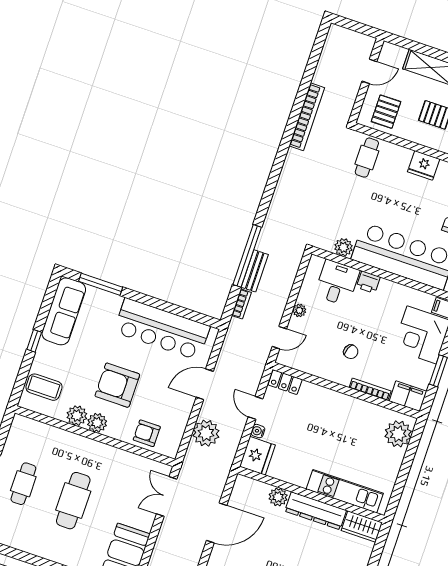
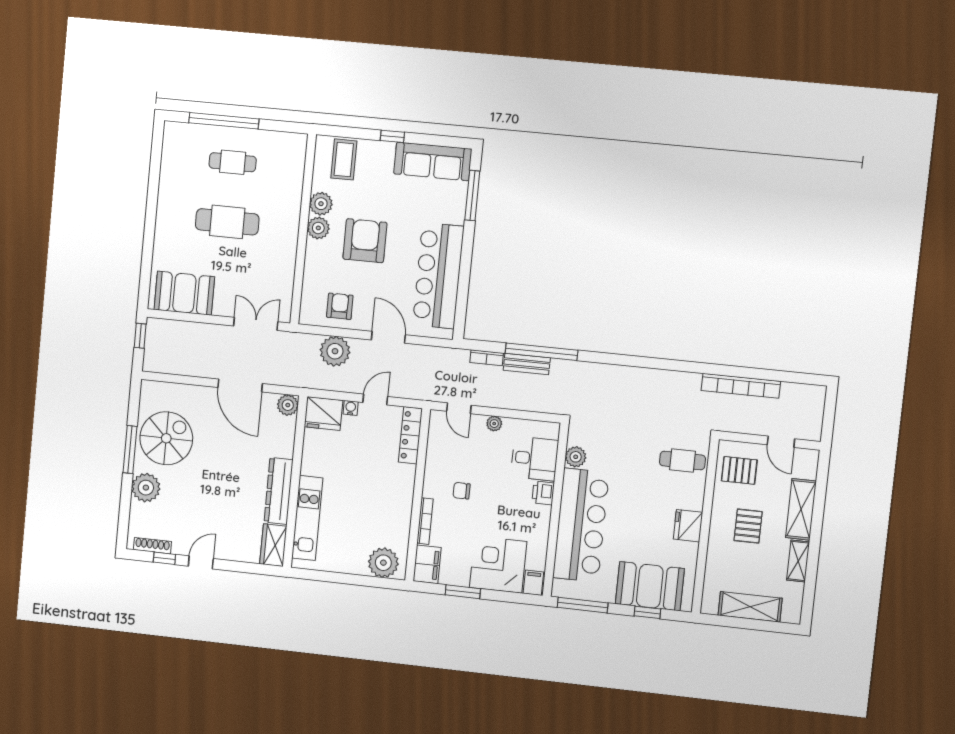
bookcase: (307, 117) -> (741, 386), moved
chair: (351, 352) -> (462, 491), turned 69
locker: (285, 382) -> (410, 435), width x1.53
armchair: (147, 433) -> (340, 306), moved
plant: (278, 497) -> (288, 405), moved

